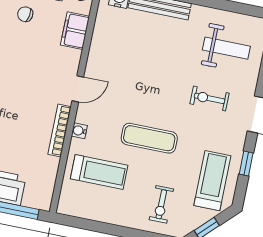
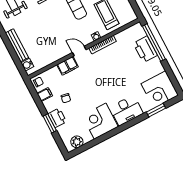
filing cabinet: (75, 31) -> (68, 66), moved

